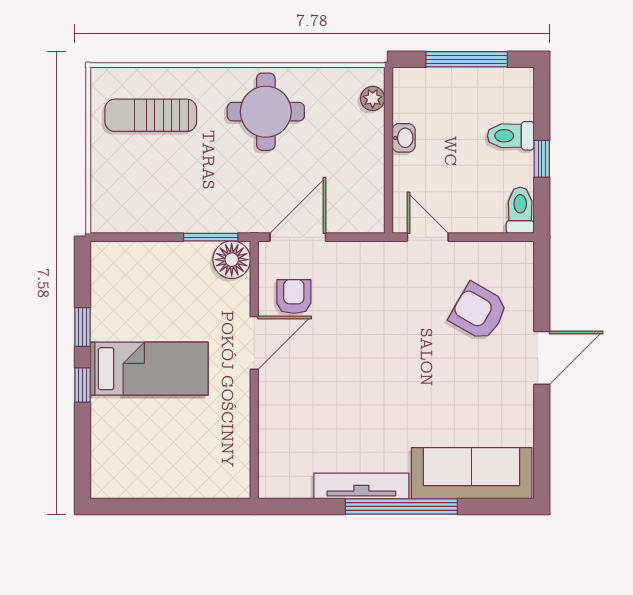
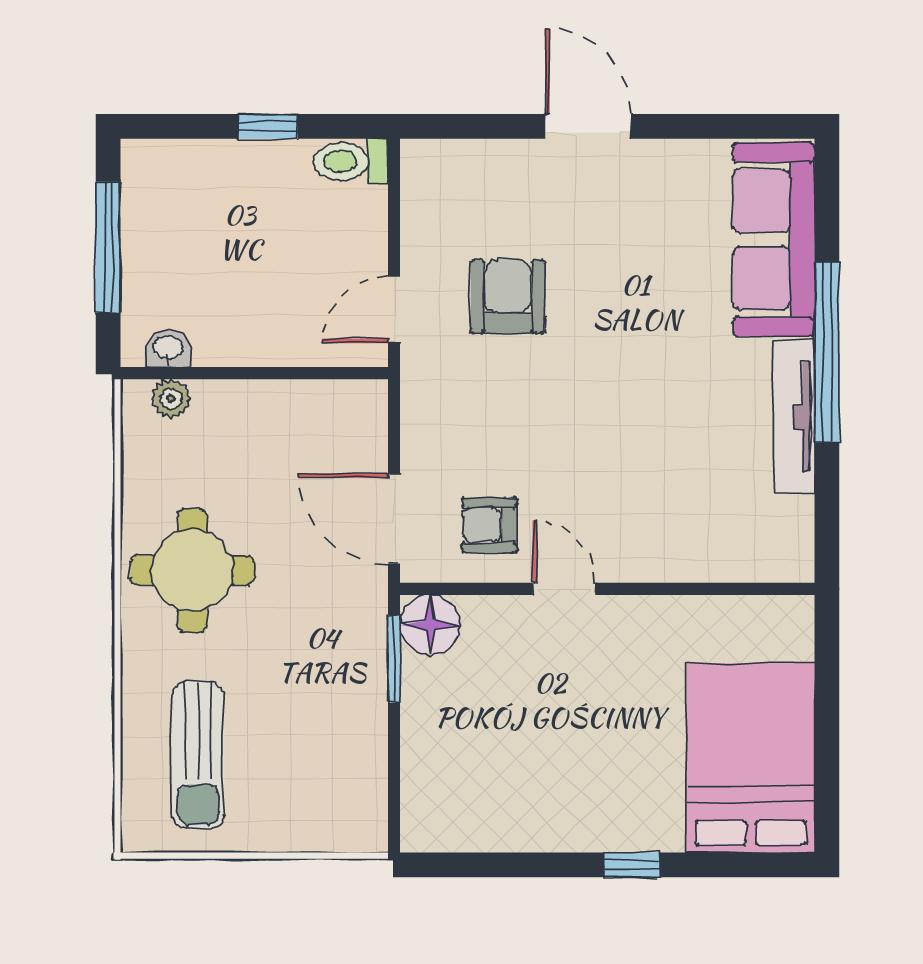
toilet: (511, 136) -> (231, 176), removed
washbasin: (404, 138) -> (168, 349), moved
armchair: (479, 312) -> (508, 296), moved, turned 150
window: (83, 327) -> (538, 865), removed
door: (254, 343) -> (564, 589), width x0.73
bed: (149, 369) -> (751, 758), moved, width x1.50

